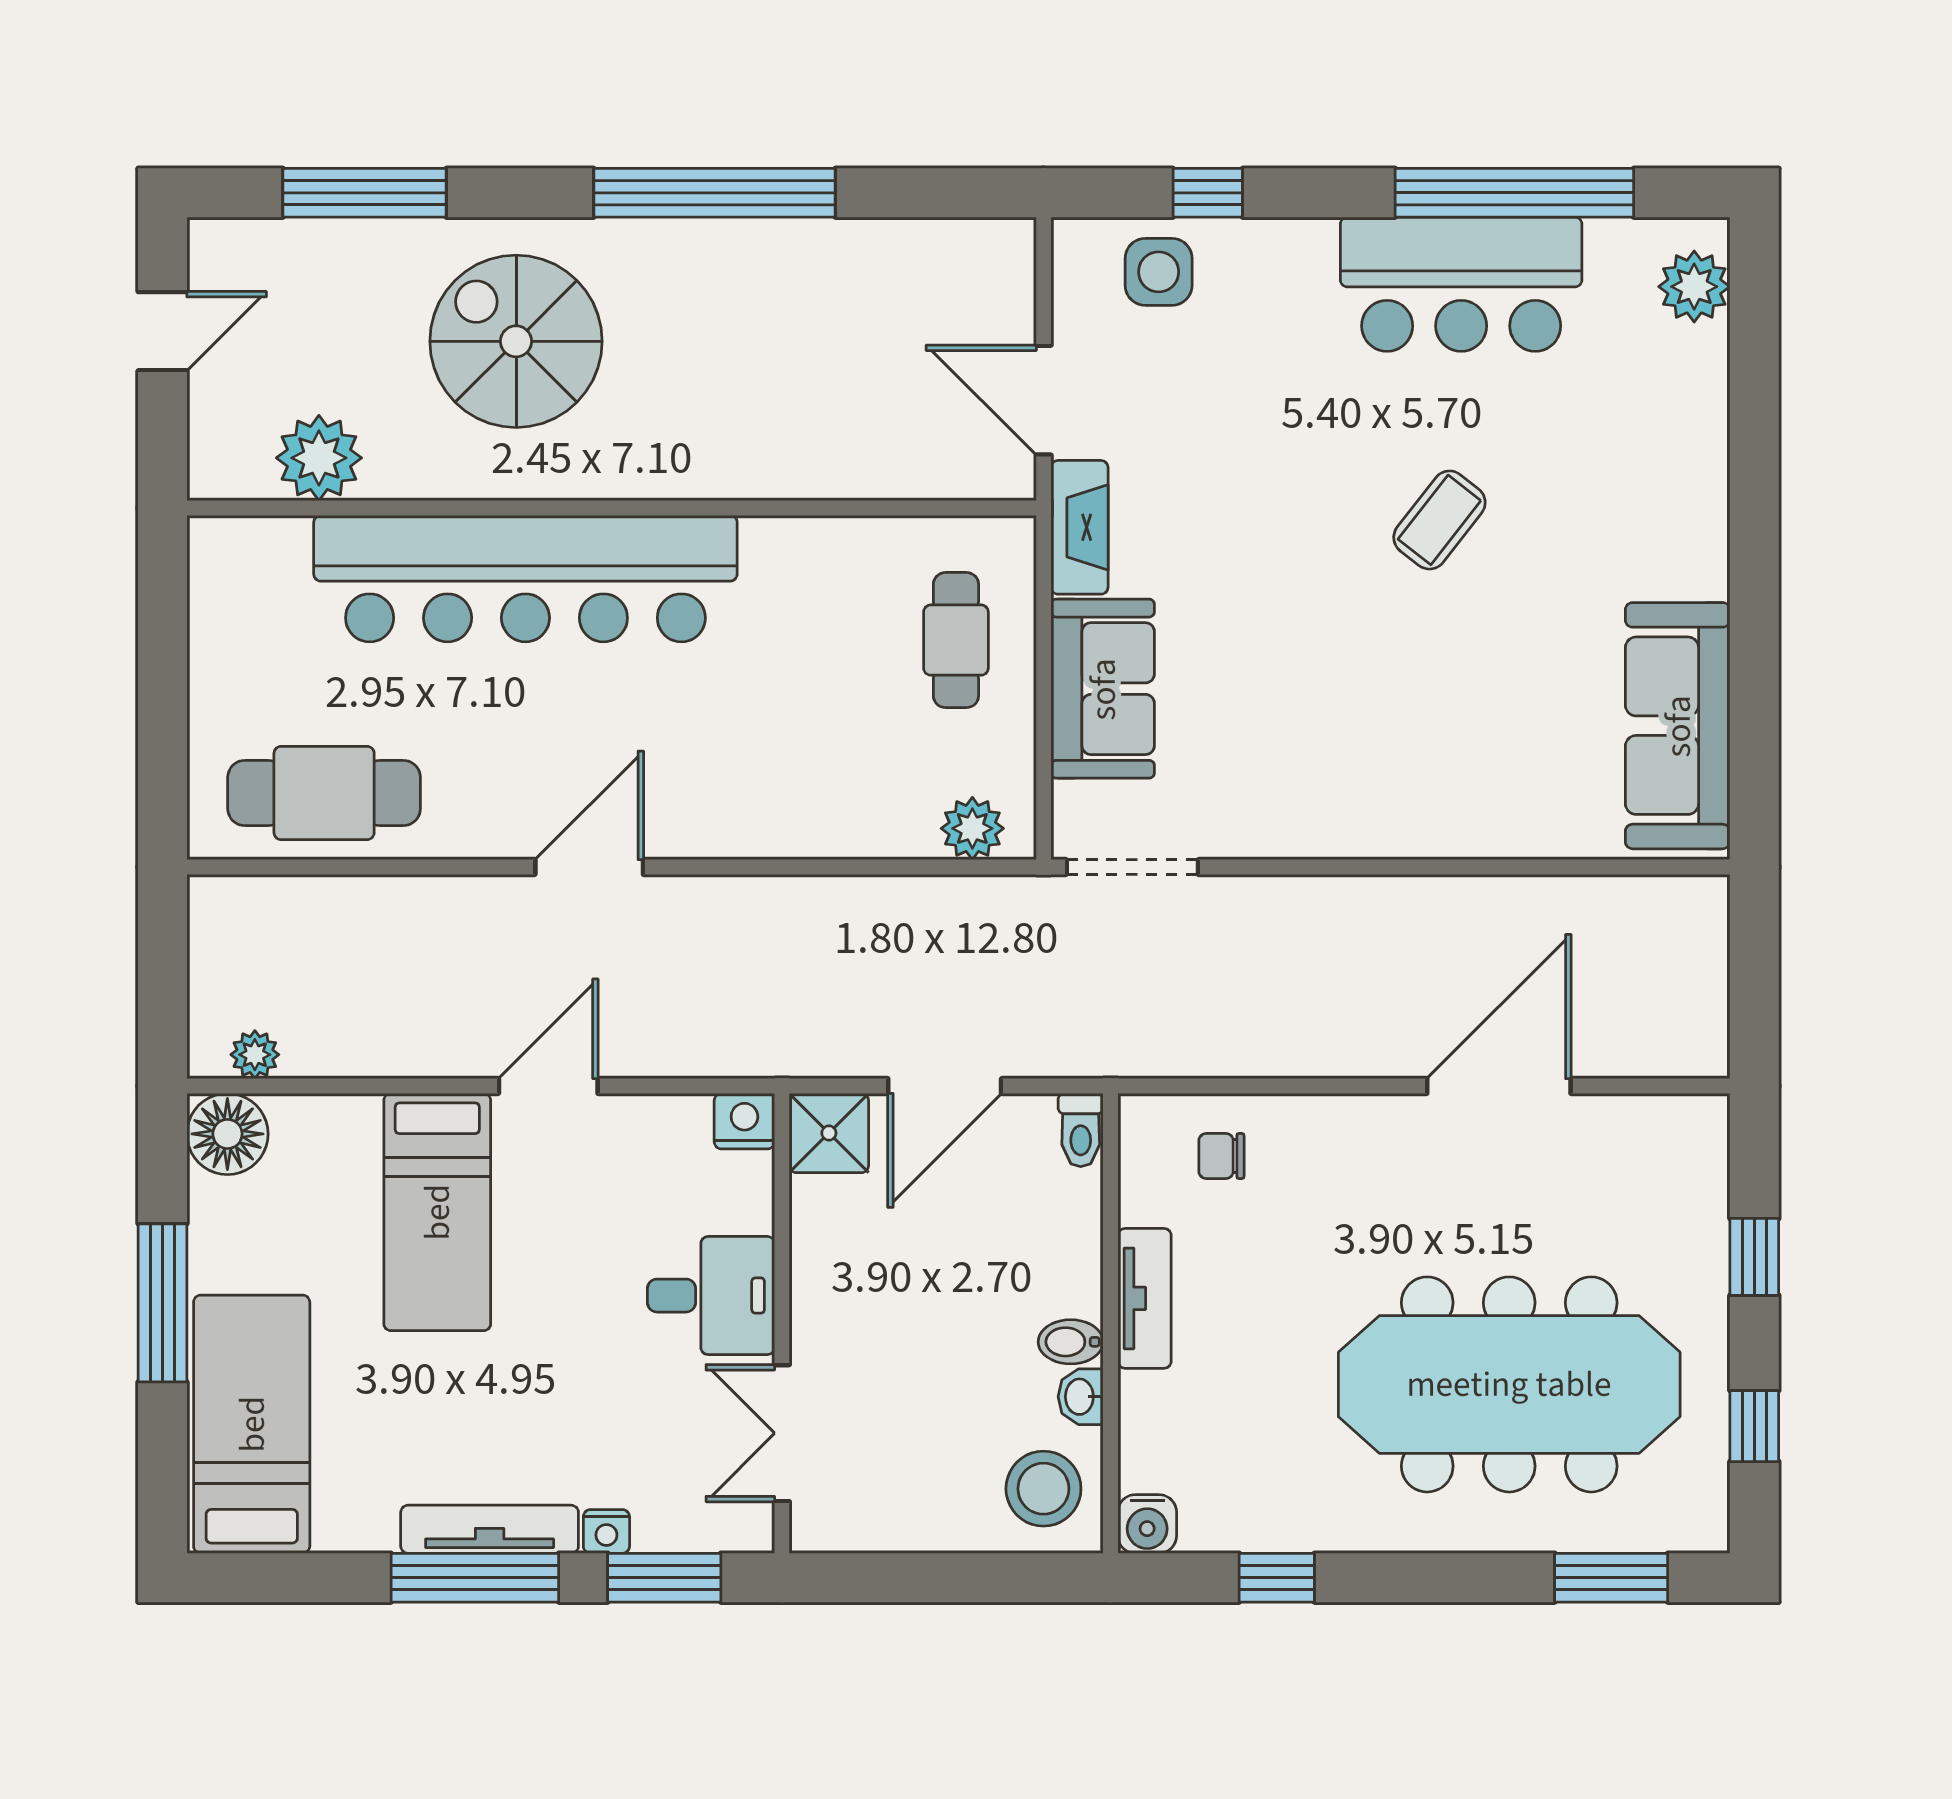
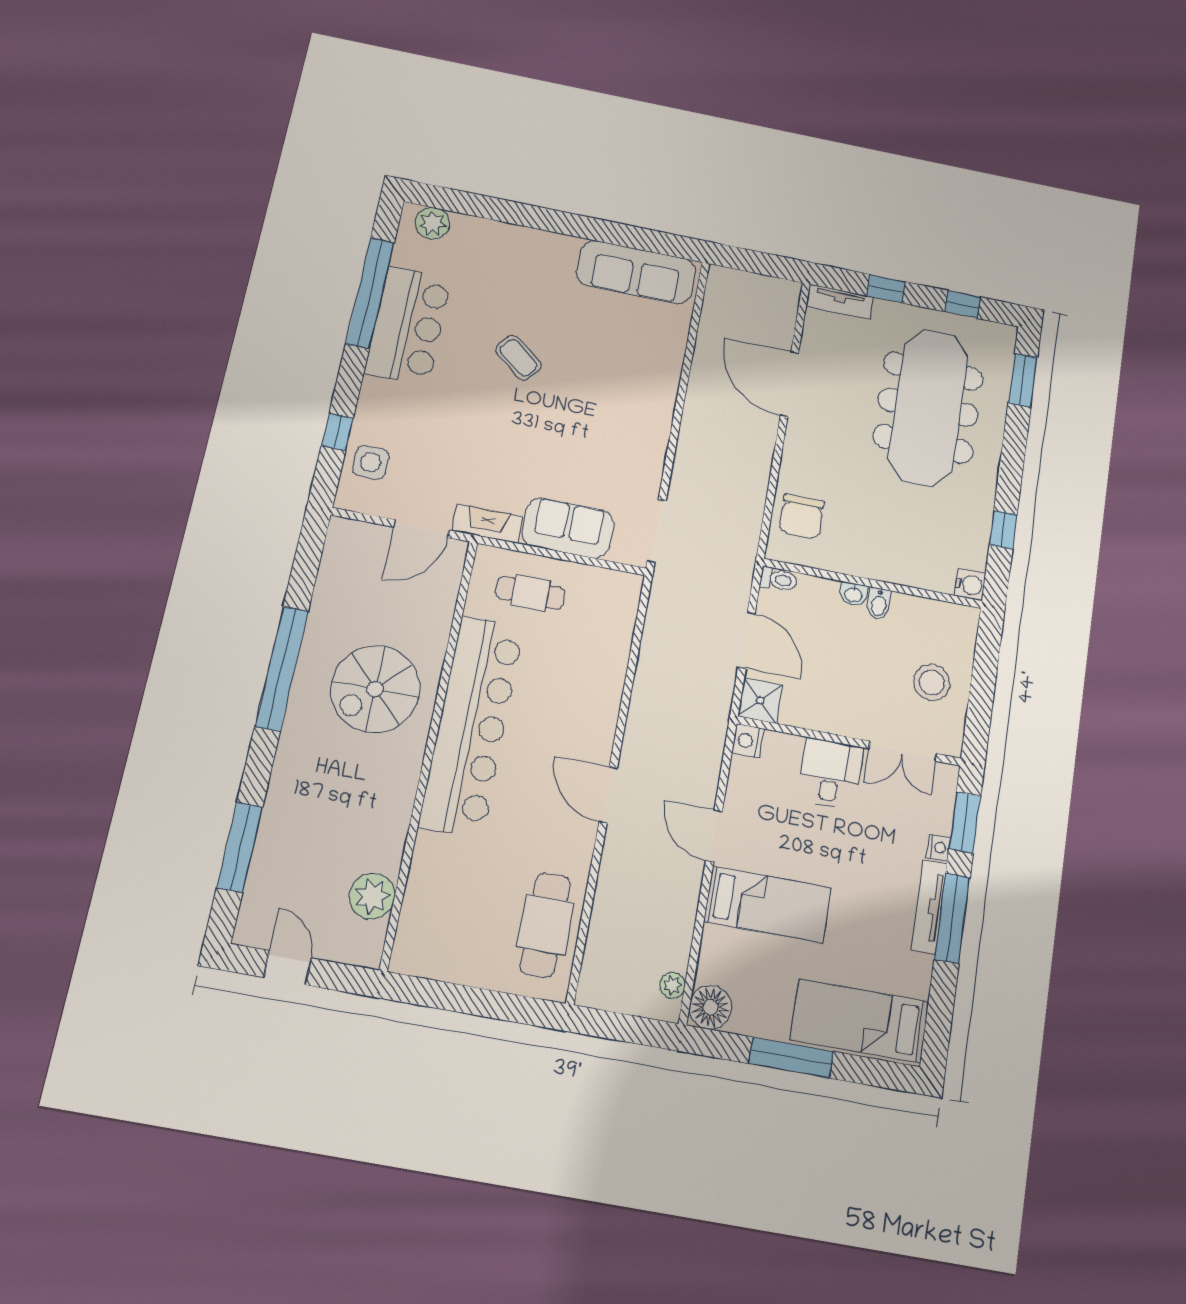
spiral stairs: (516, 341) -> (375, 689), moved
bar counter: (525, 579) -> (472, 726), moved
plant: (972, 828) -> (624, 603), removed
chair: (1221, 1156) -> (802, 516), width x1.87, depth x1.87
tv unit: (1145, 1298) -> (840, 302), moved, turned 180
washbasin: (1081, 1397) -> (853, 594), moved
stool: (1043, 1489) -> (932, 683), moved

